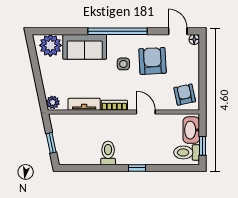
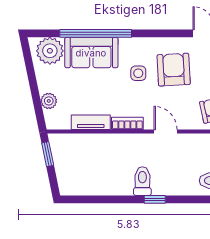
window: (117, 31) -> (96, 33), moved
plant: (53, 102) -> (49, 101), moved
window: (51, 143) -> (48, 154), moved
toilet: (108, 153) -> (142, 181), moved

